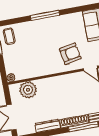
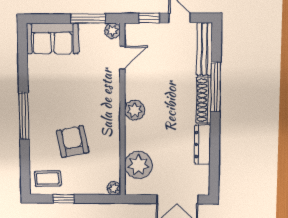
armchair: (70, 54) -> (73, 142), moved
plant: (61, 81) -> (135, 110), added

